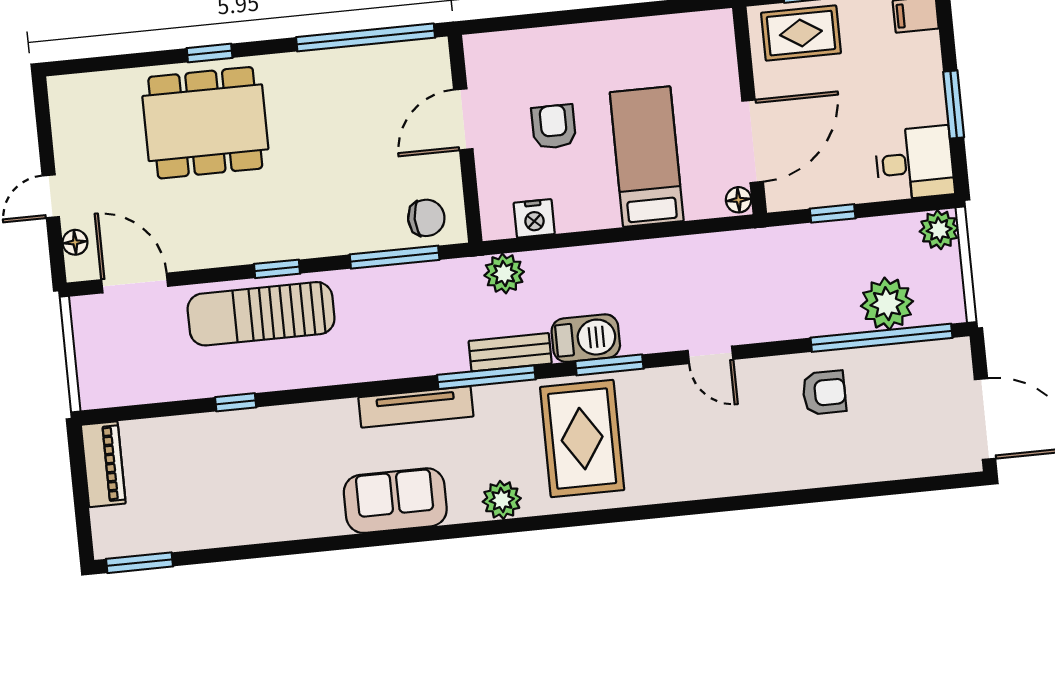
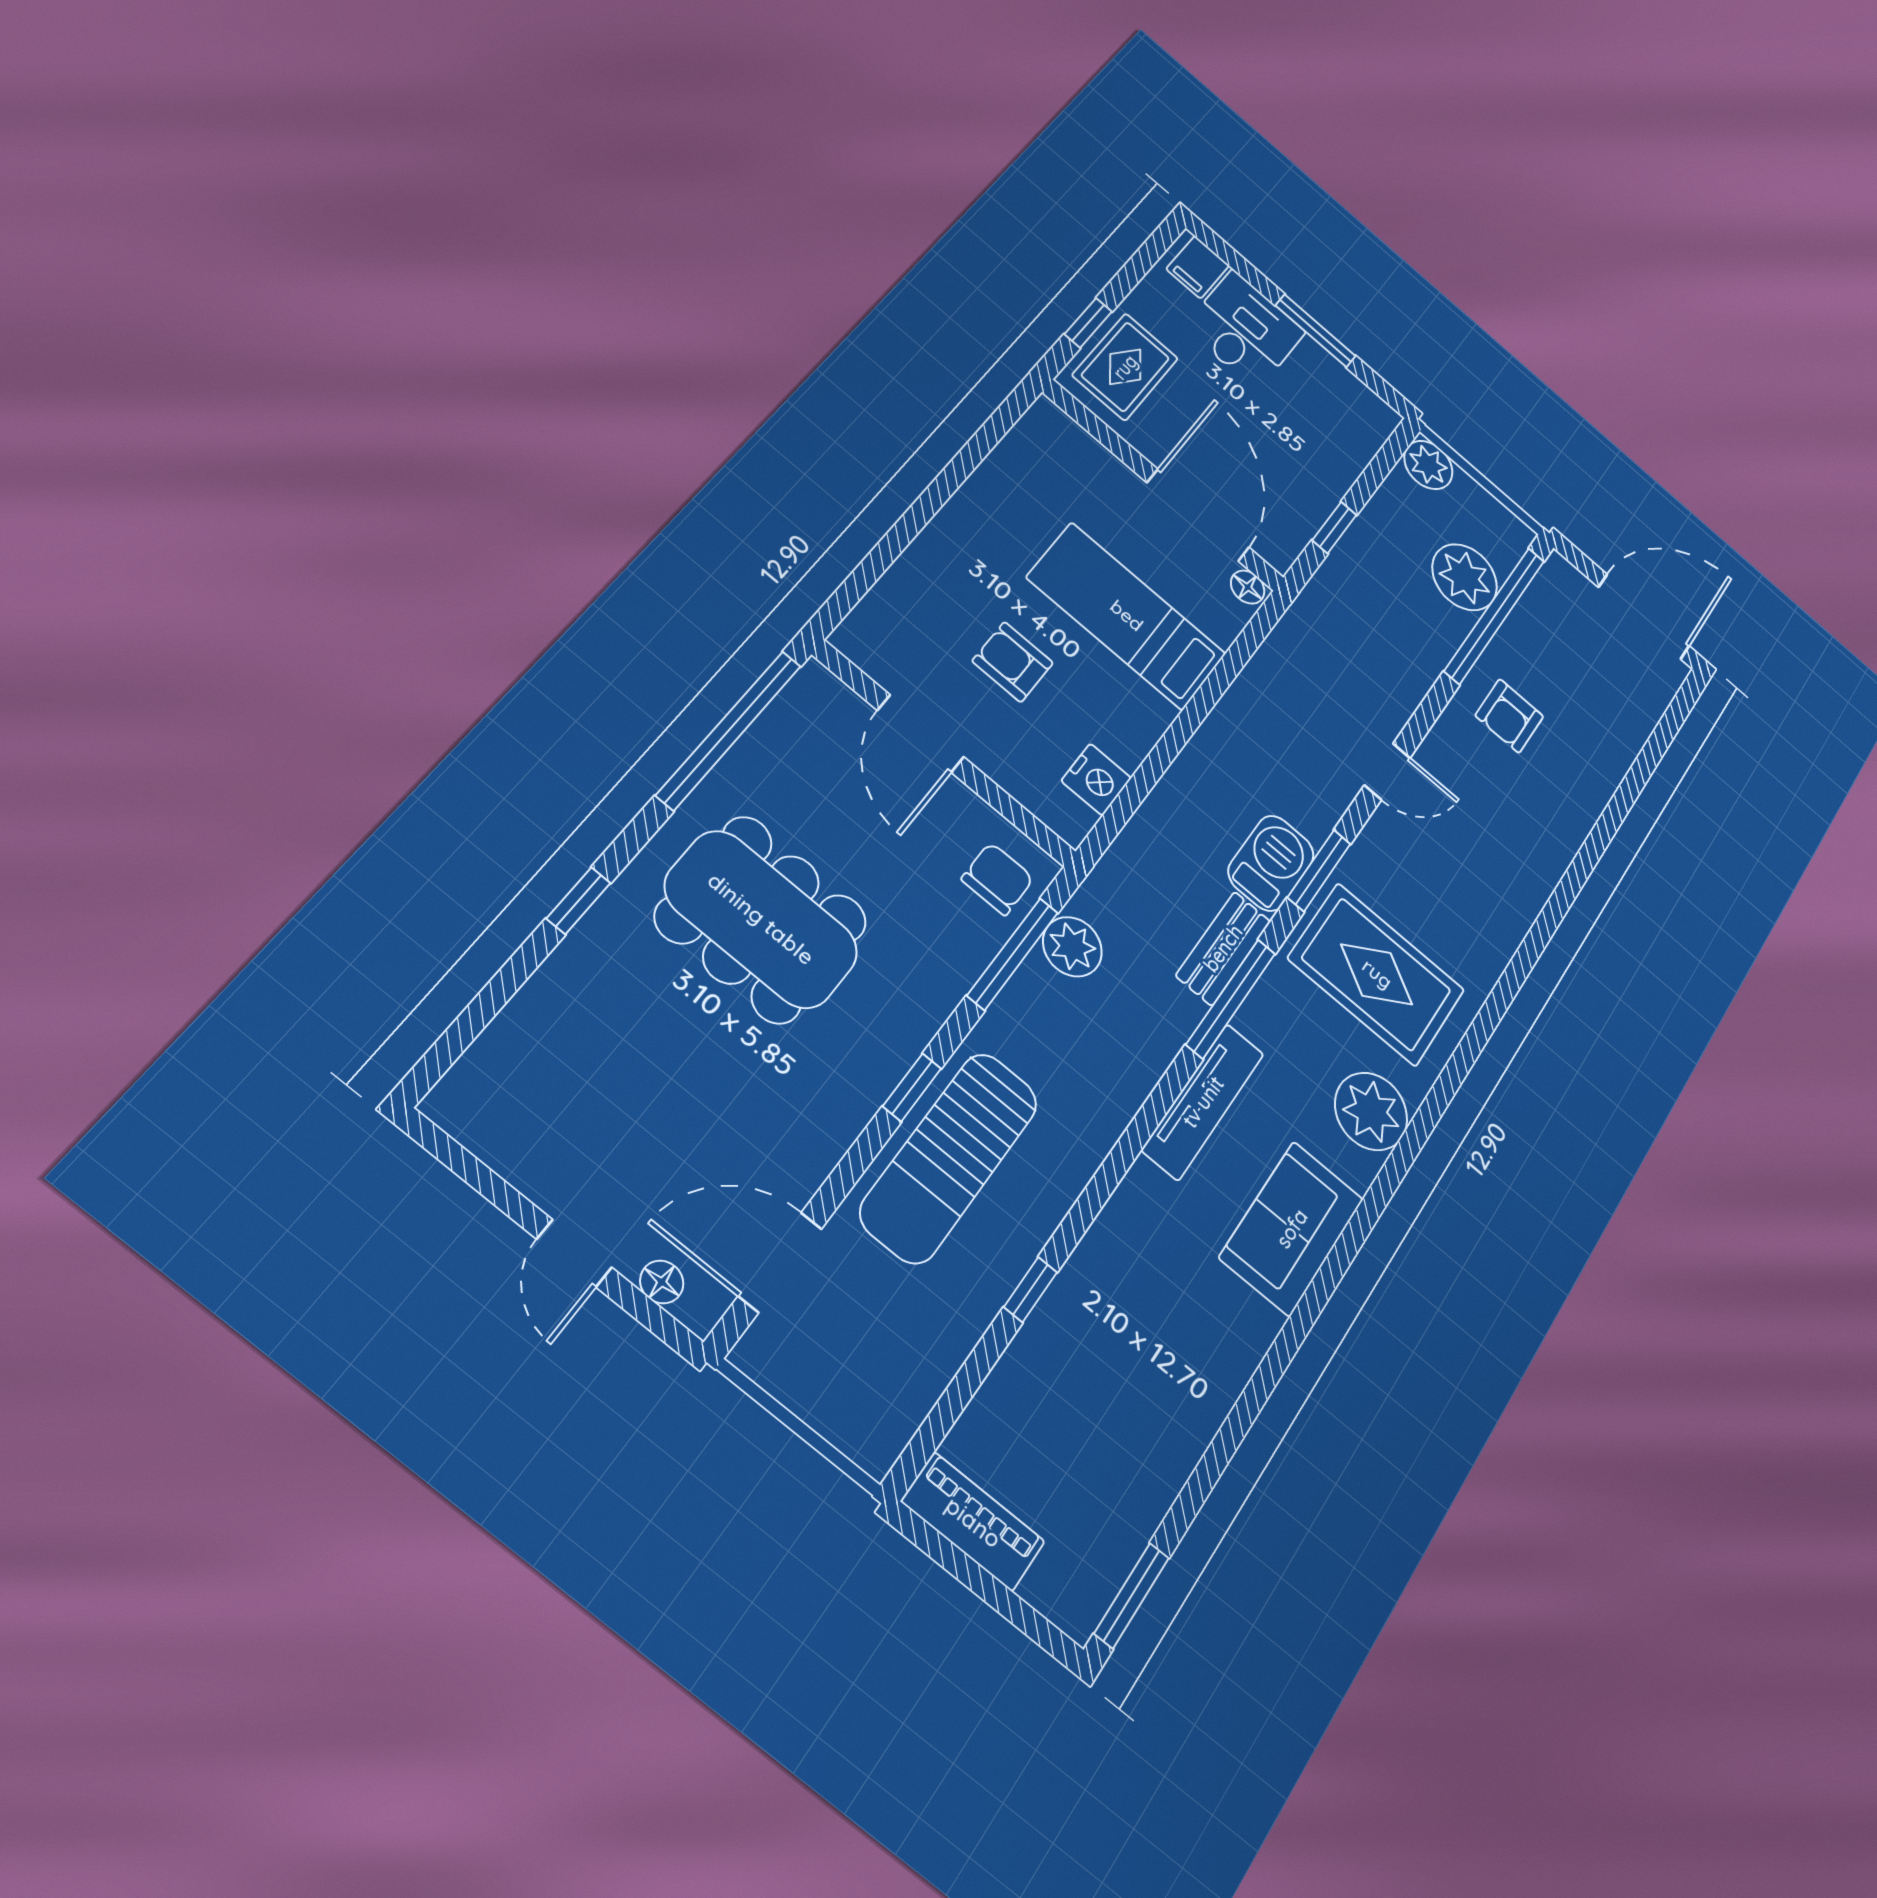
dining table: (205, 123) -> (761, 919), moved, turned 90
desk: (915, 163) -> (1245, 330), moved
plant: (504, 274) -> (1072, 947), moved
armchair: (824, 393) -> (1509, 716), turned 180
plant: (502, 500) -> (1371, 1111), width x1.36, depth x1.36

